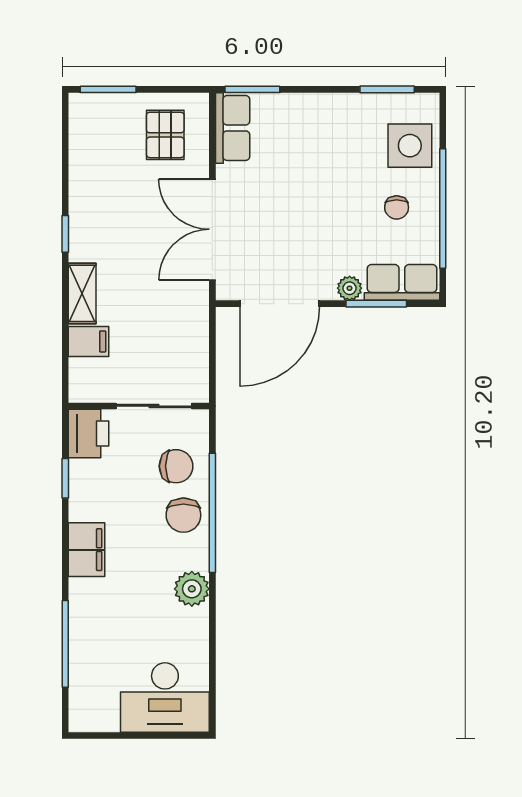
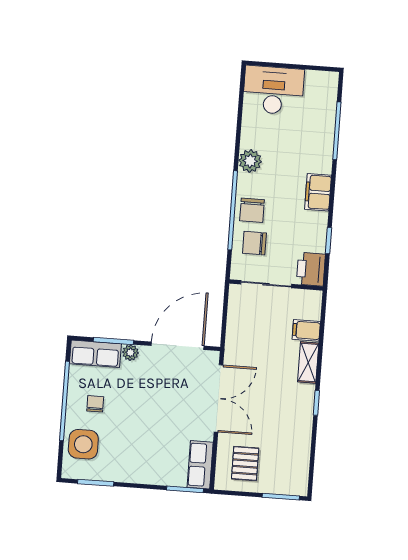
chair: (183, 515) -> (252, 210), turned 180

